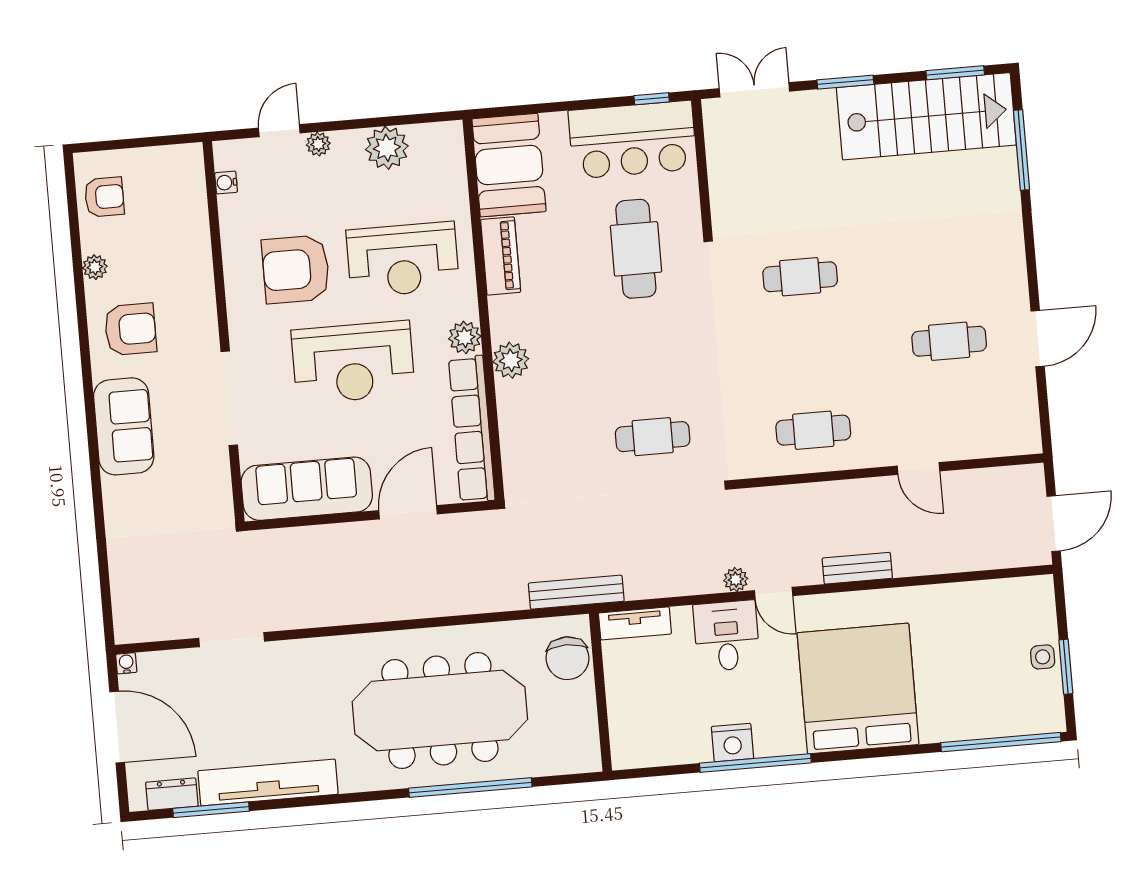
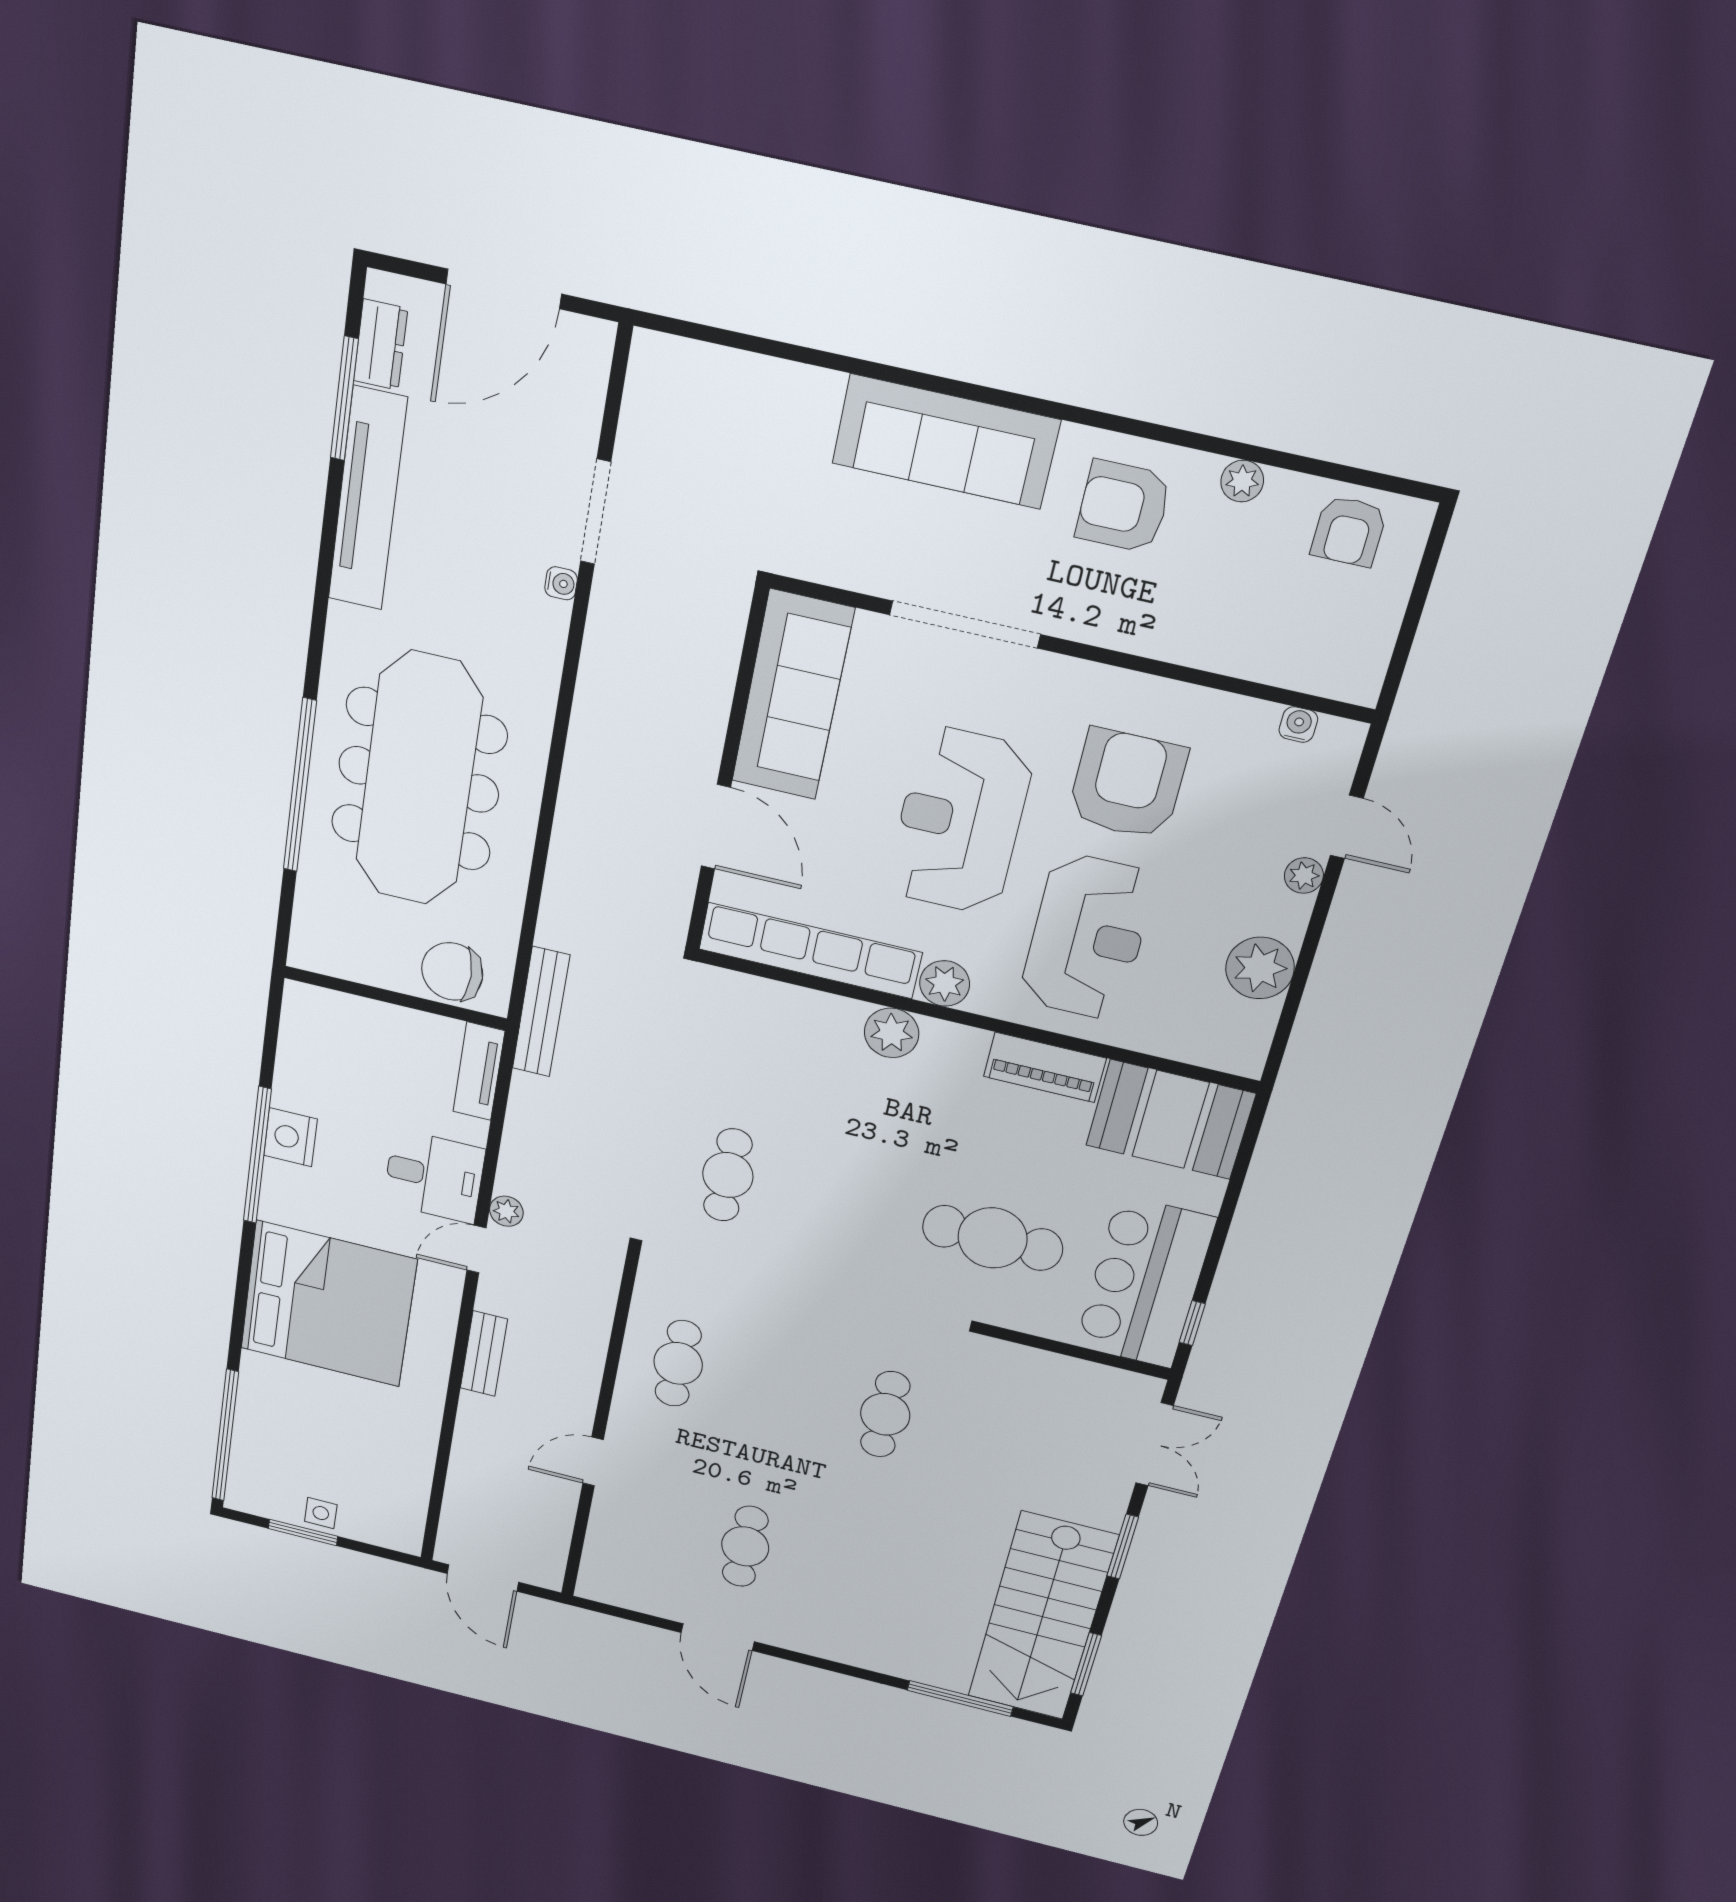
reception desk: (403, 260) -> (1087, 937), turned 180
armchair: (130, 329) -> (1123, 507), turned 90
sofa: (124, 426) -> (946, 442), width x1.36
water cooler: (126, 663) -> (561, 583), moved

